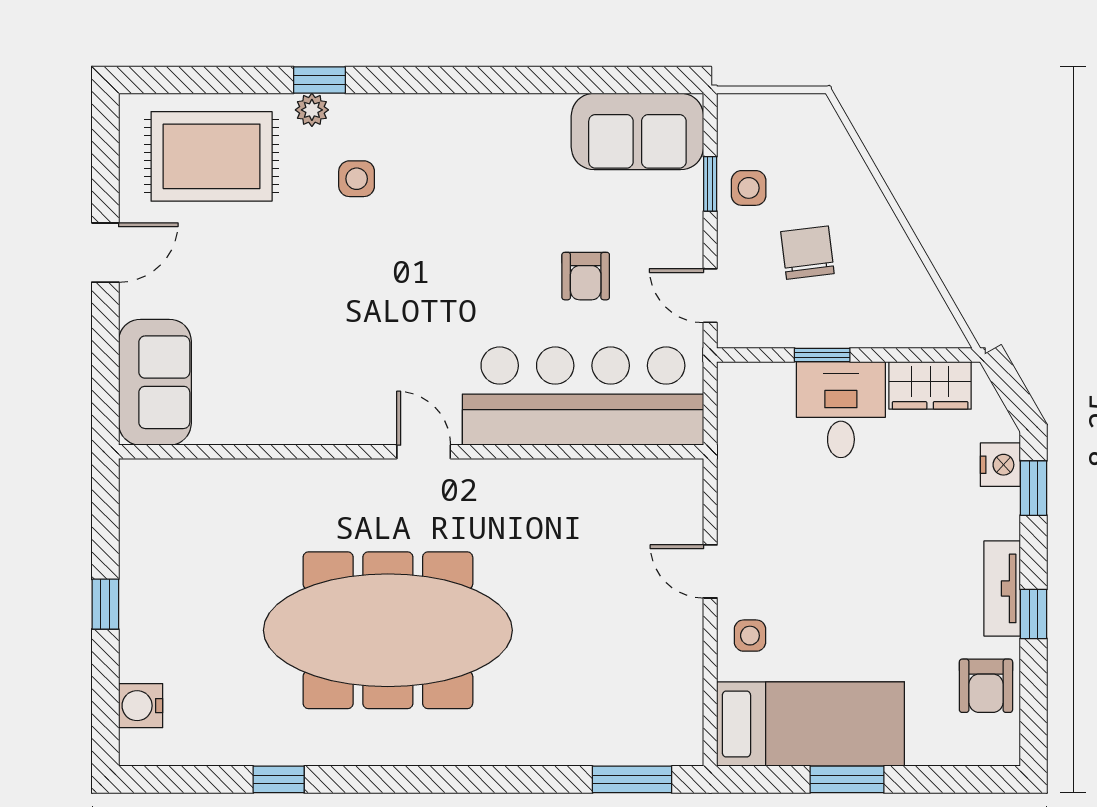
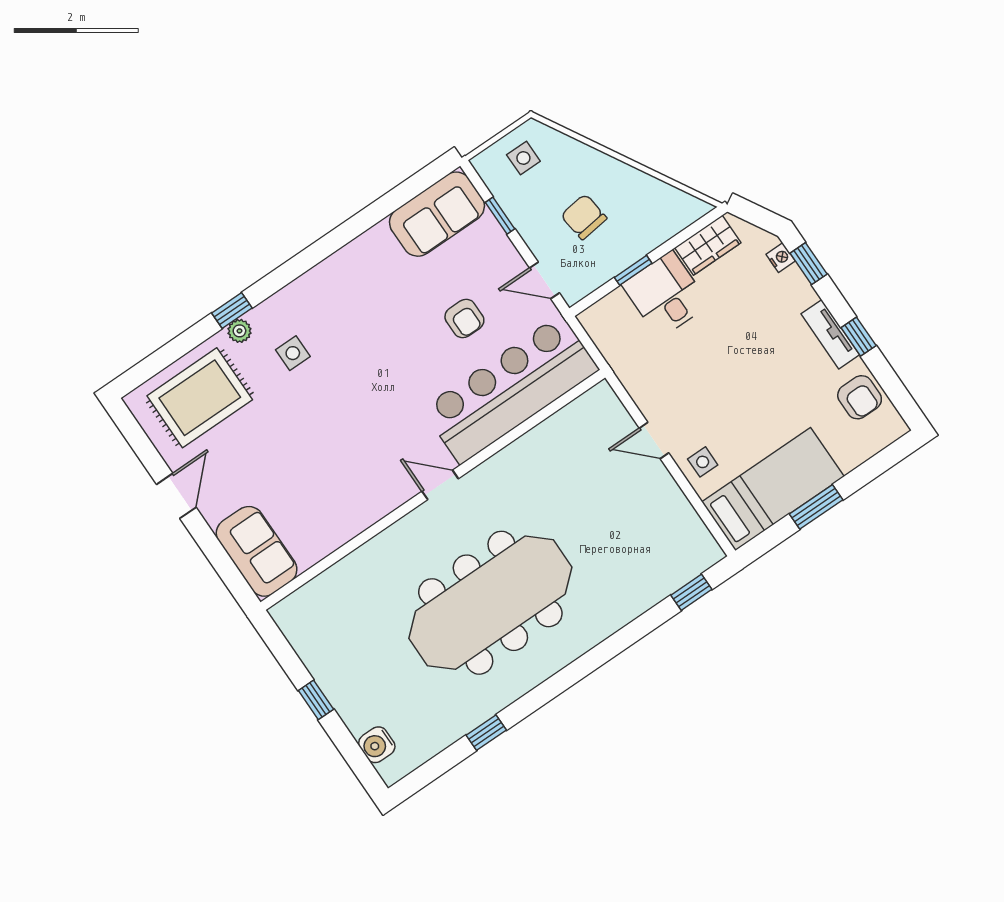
side table: (749, 188) -> (523, 158), moved
nightstand: (1000, 465) -> (781, 258), width x0.72, depth x0.74
window: (632, 779) -> (691, 592), width x0.67

